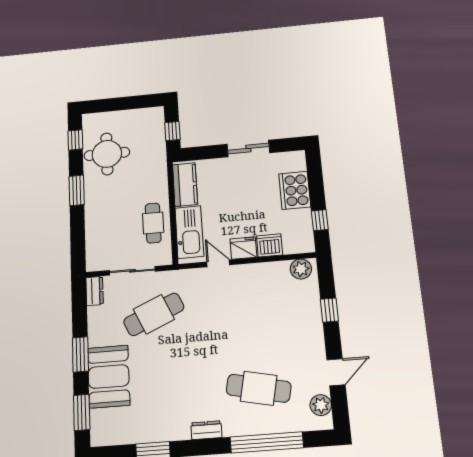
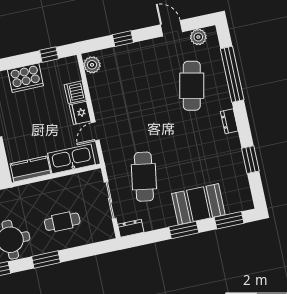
cafe table: (153, 223) -> (62, 222), moved
cafe table: (154, 314) -> (144, 177), turned 33

